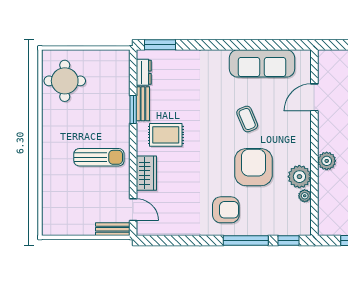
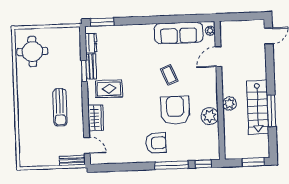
sun lounger: (99, 157) -> (60, 107), turned 90
plant: (305, 196) -> (210, 31), moved

